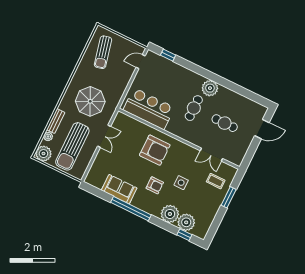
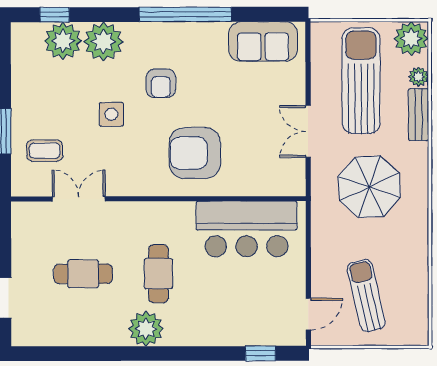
sun lounger: (103, 52) -> (366, 296), moved
armchair: (155, 185) -> (161, 83), turned -90
sofa: (119, 189) -> (263, 42), moved

